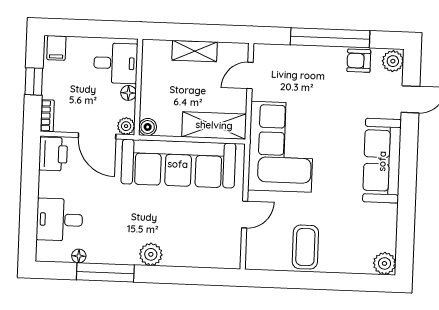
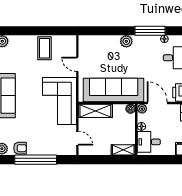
shelving: (195, 51) -> (123, 150), moved
door: (250, 75) -> (77, 138), hinge flipped
door: (245, 215) -> (77, 64), hinge flipped

